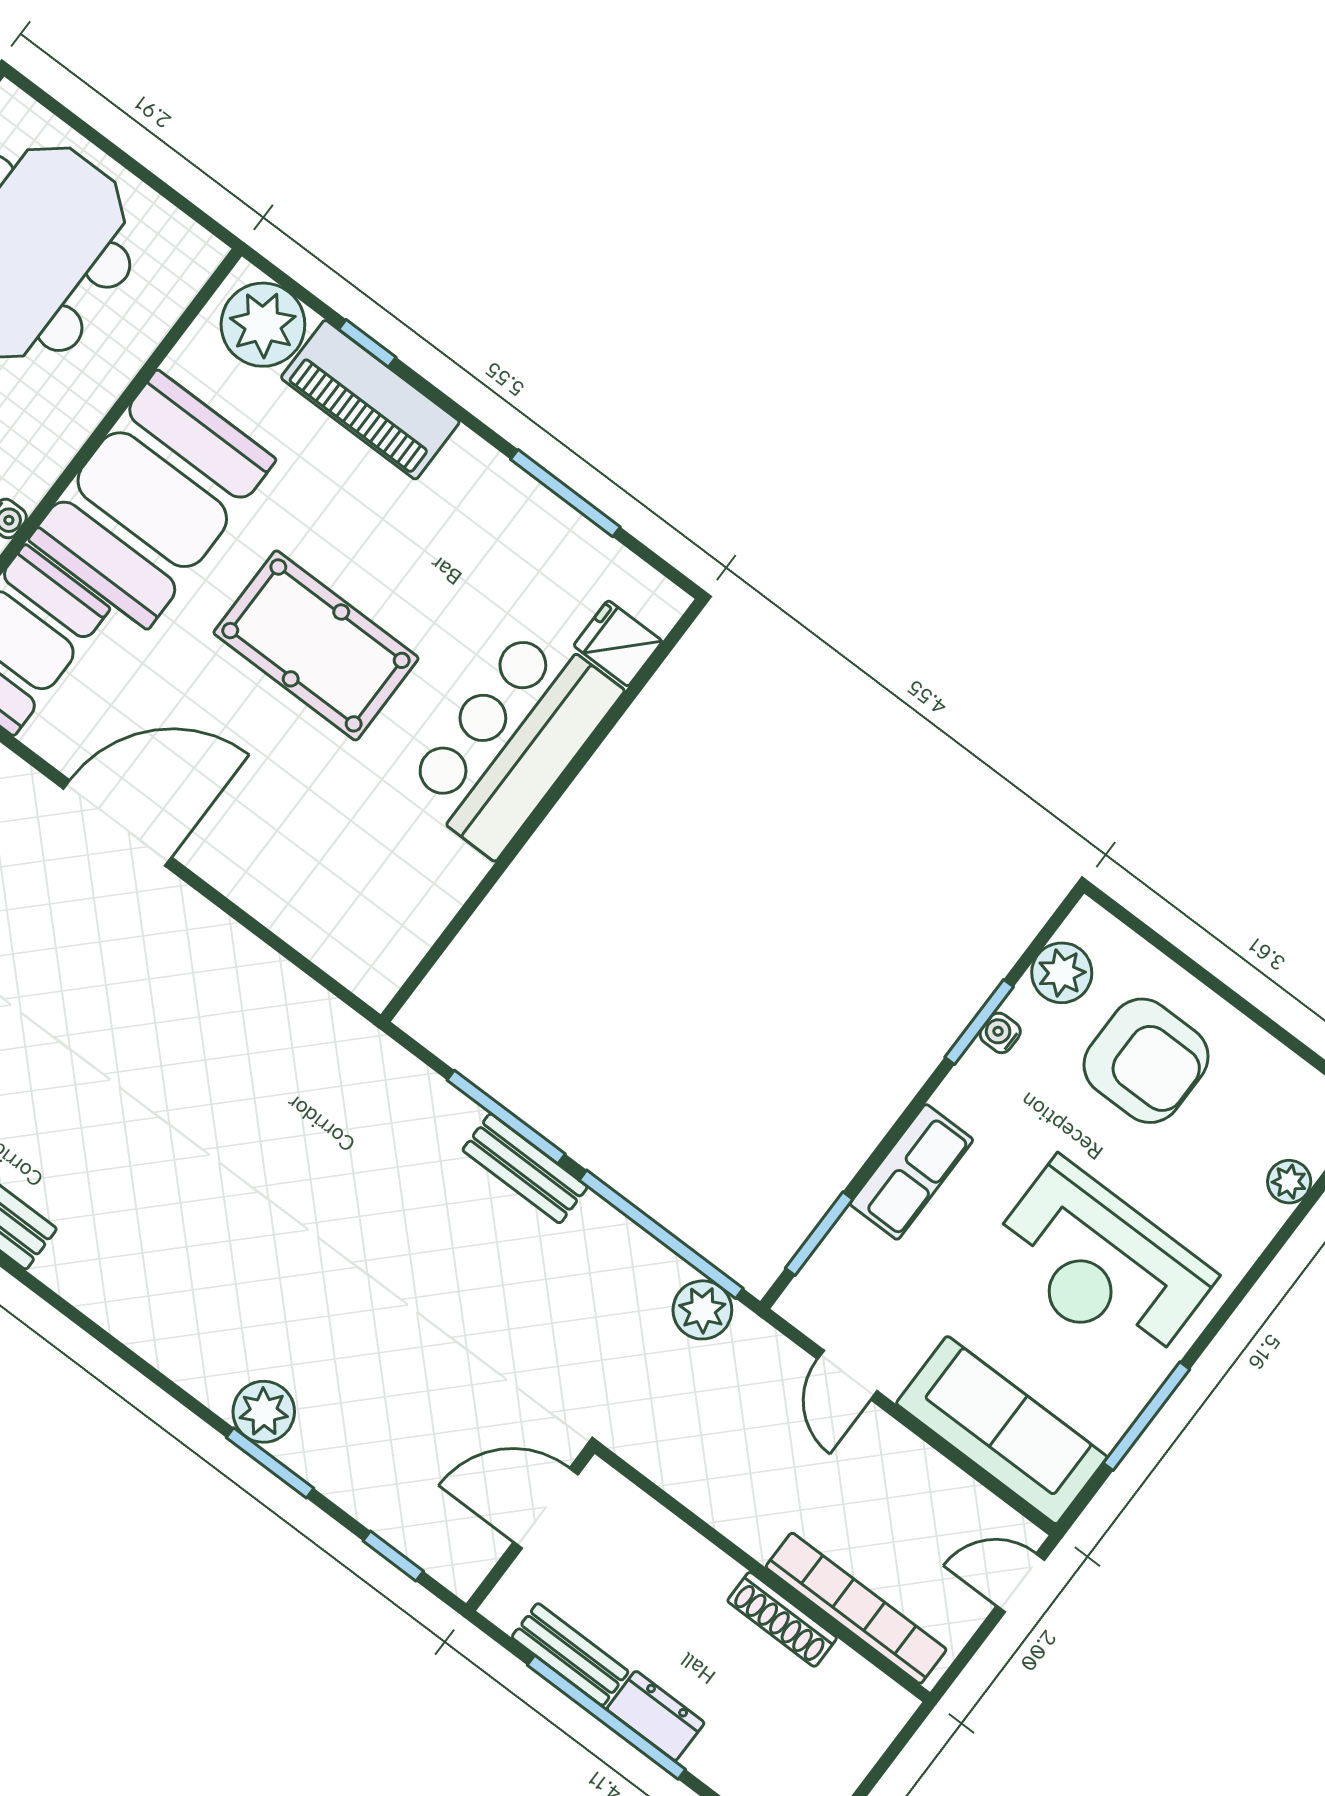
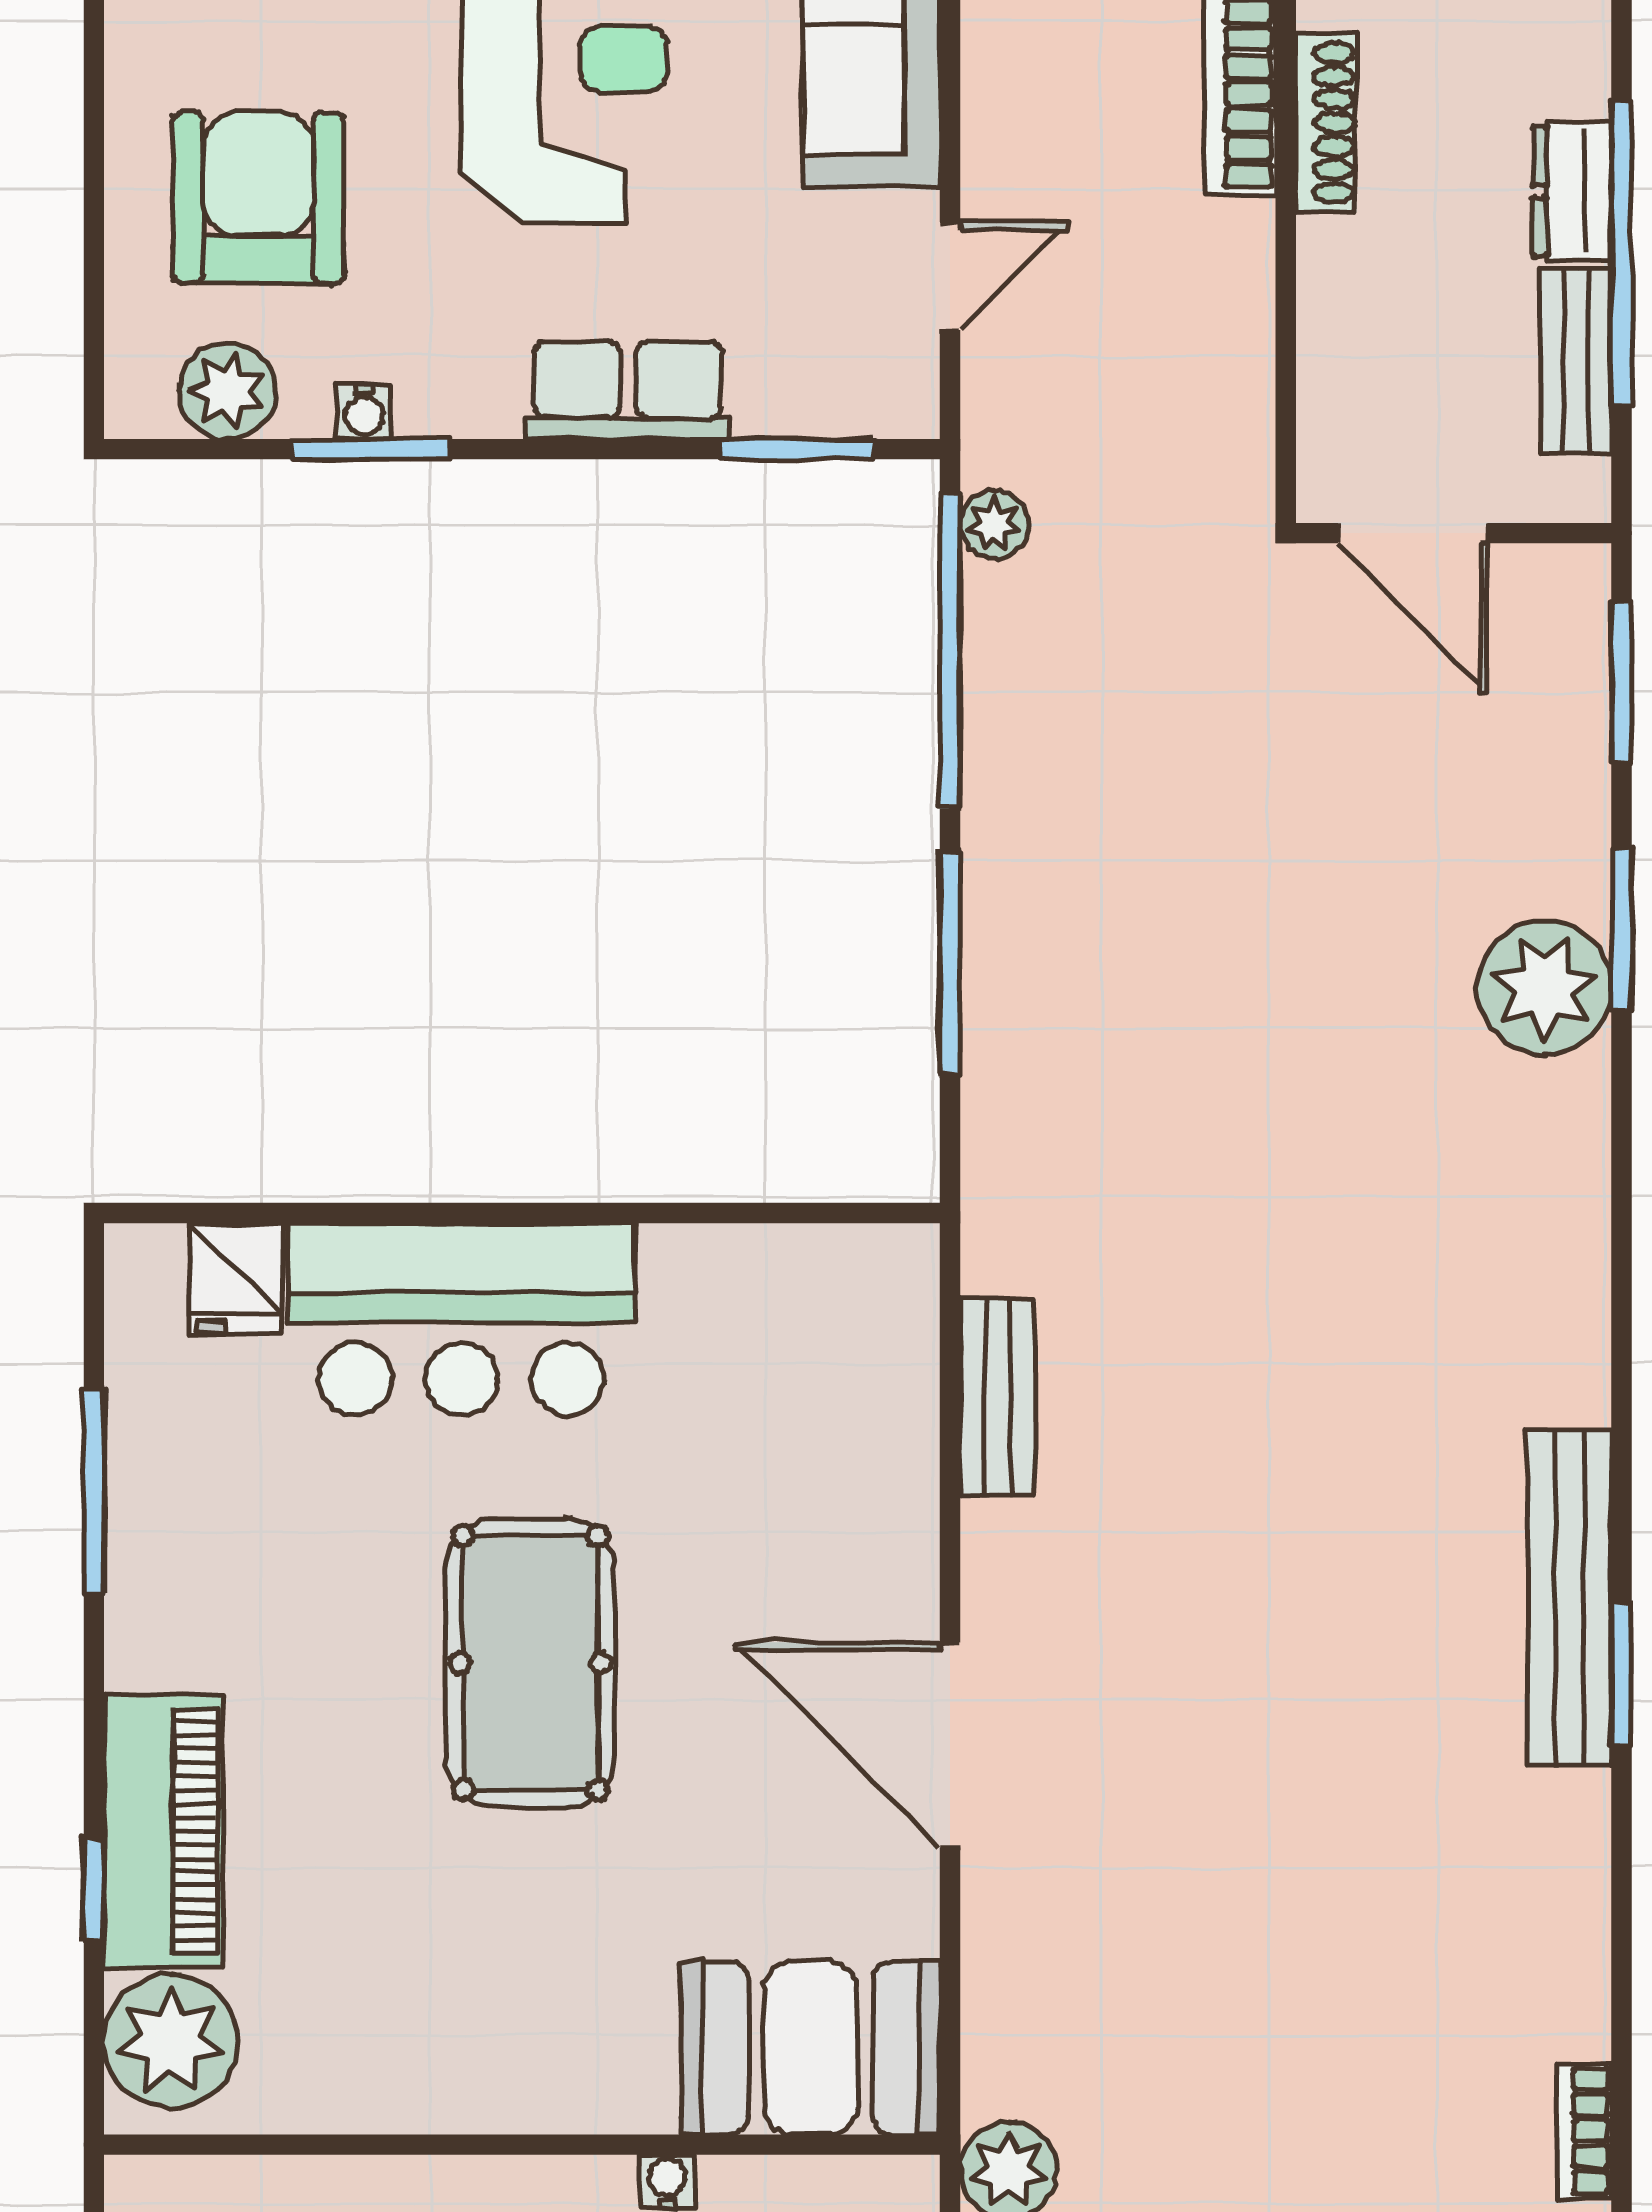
booth: (152, 500) -> (502, 2014), removed
bench: (525, 1168) -> (998, 1398), moved
plant: (702, 1310) -> (994, 525), width x0.73, depth x0.73
plant: (264, 1412) -> (1544, 988), width x1.36, depth x1.36
window: (393, 1556) -> (1622, 682), width x1.50

